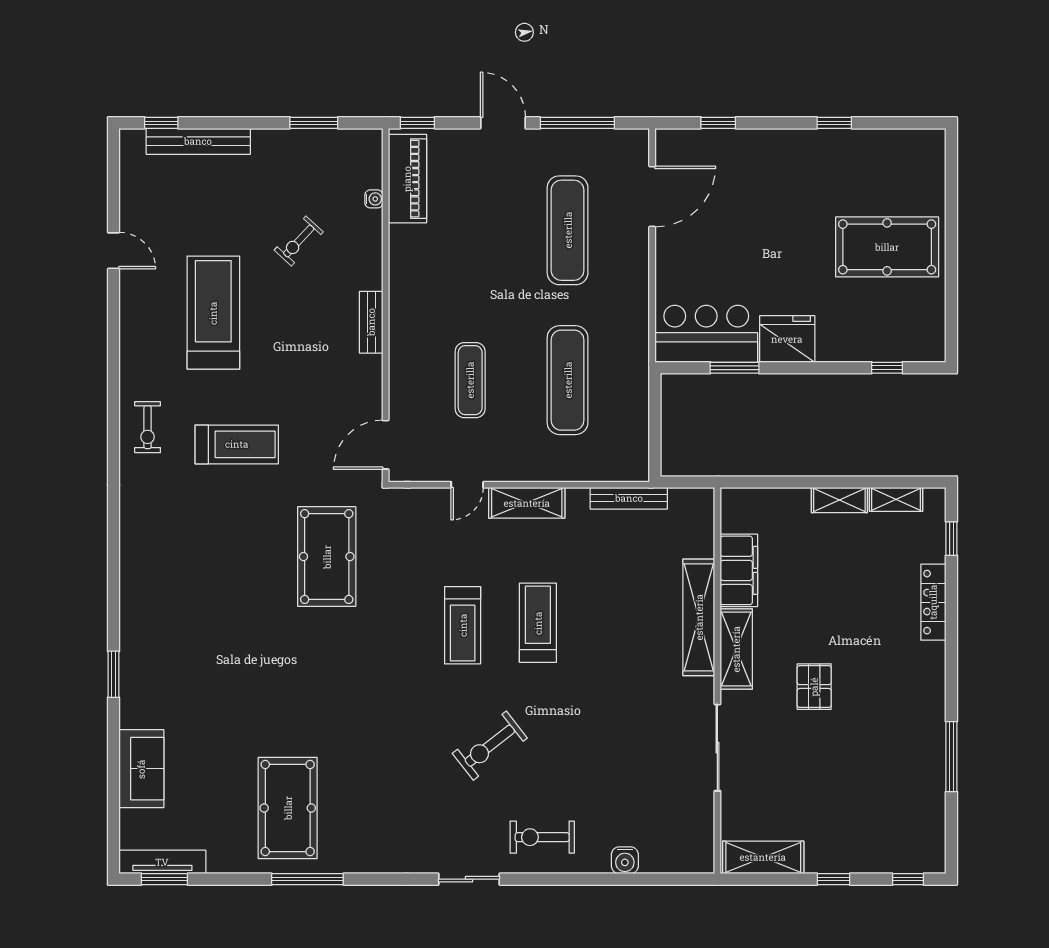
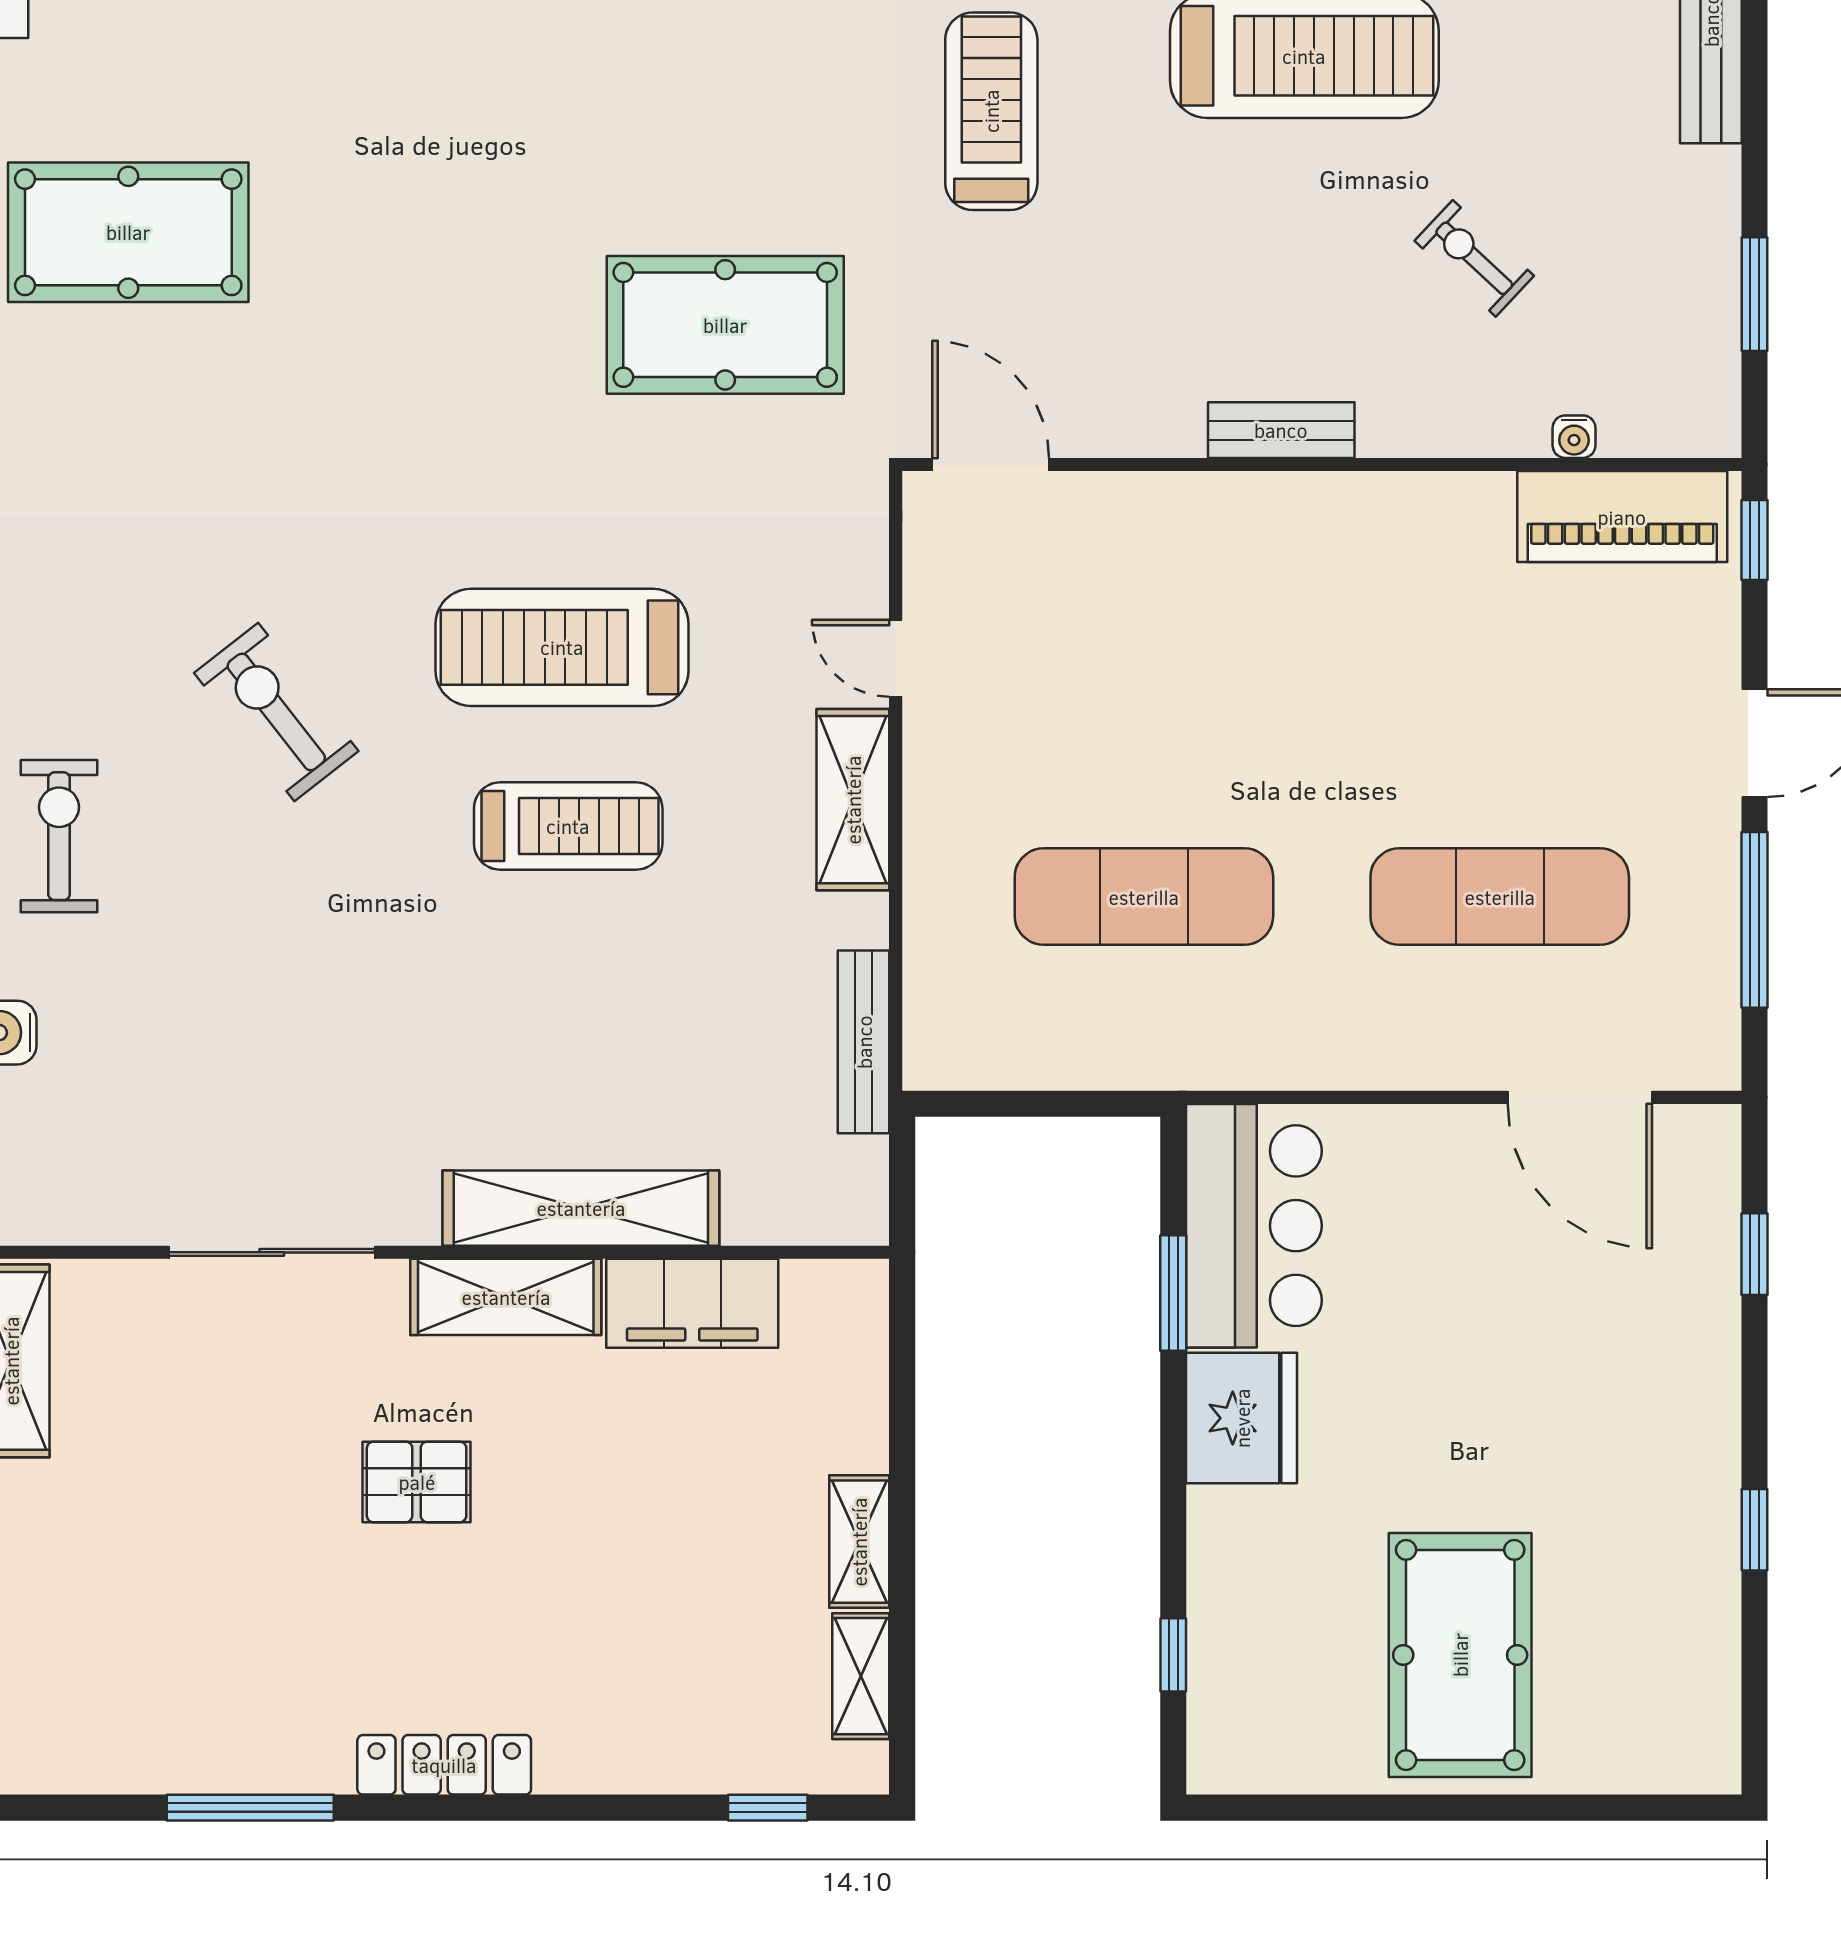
exercise mat: (470, 380) -> (1144, 665), removed
treadmill: (237, 444) -> (991, 111), turned 180
locker: (933, 602) -> (444, 1765), moved
treadmill: (463, 625) -> (562, 647), width x1.37, depth x1.38

